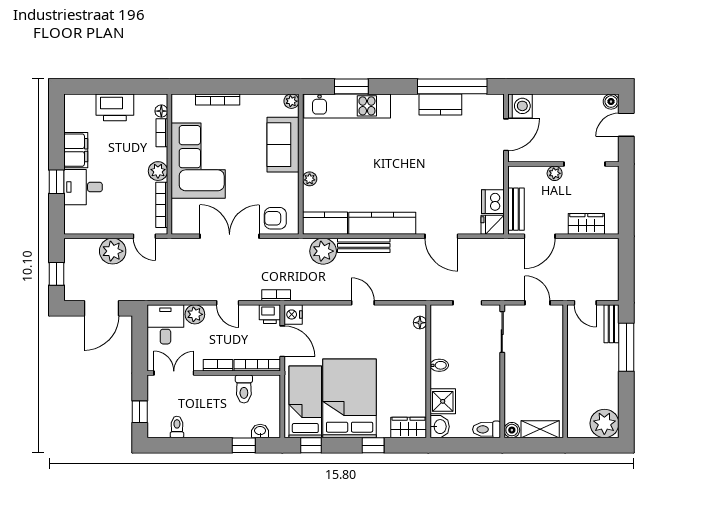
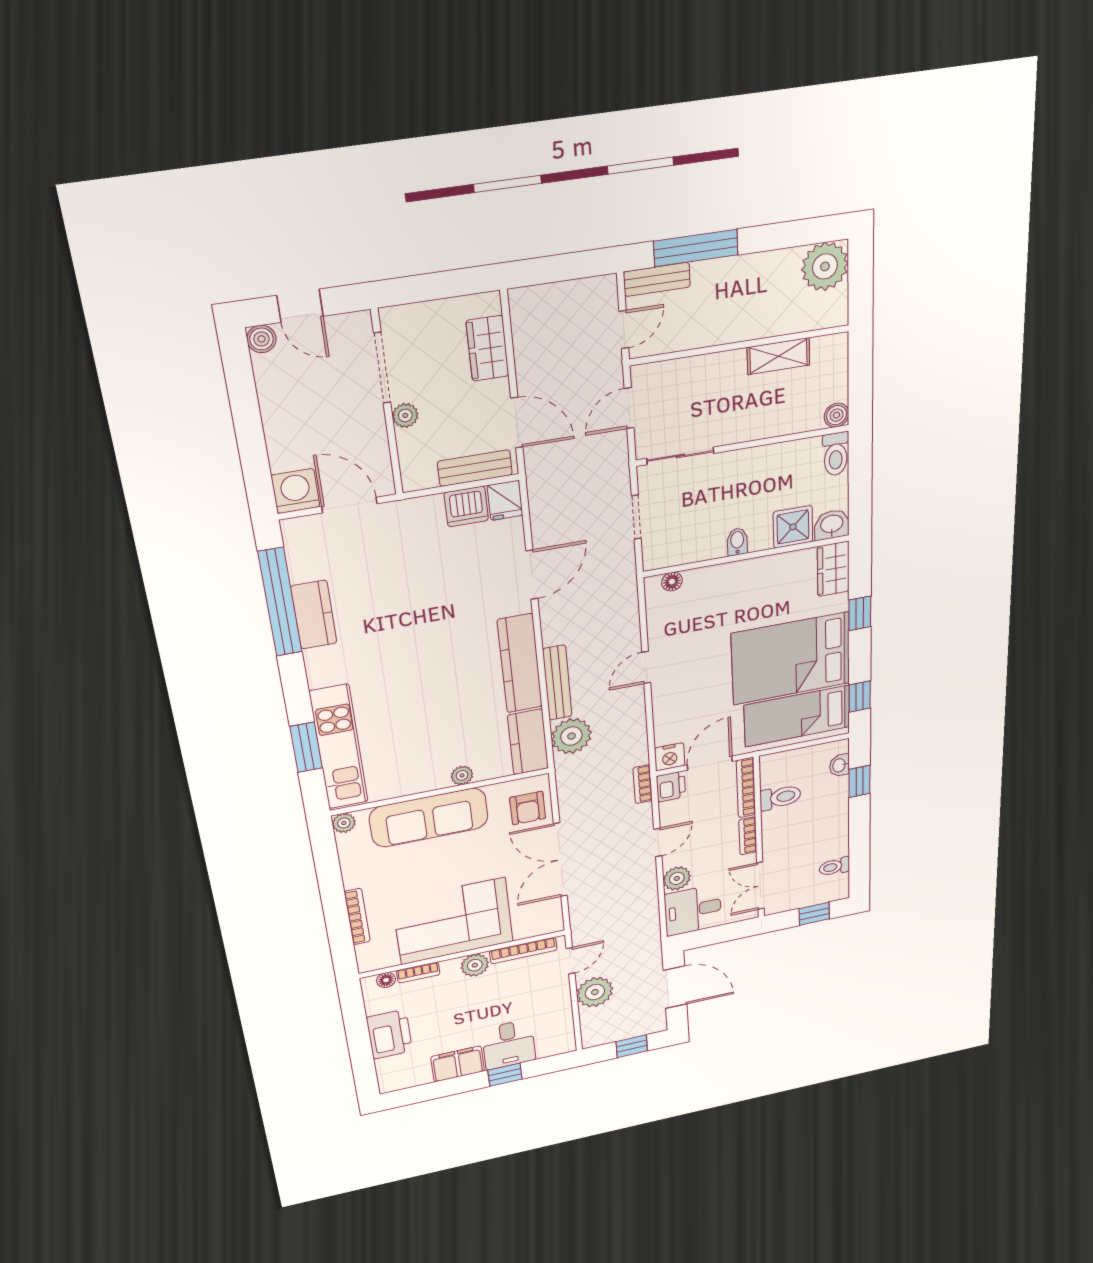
sofa: (283, 145) -> (429, 818), width x1.36
shelving: (540, 429) -> (778, 356), moved, turned 90

